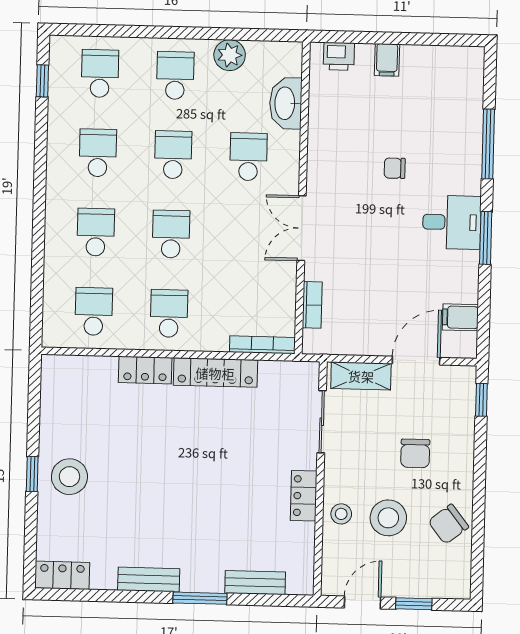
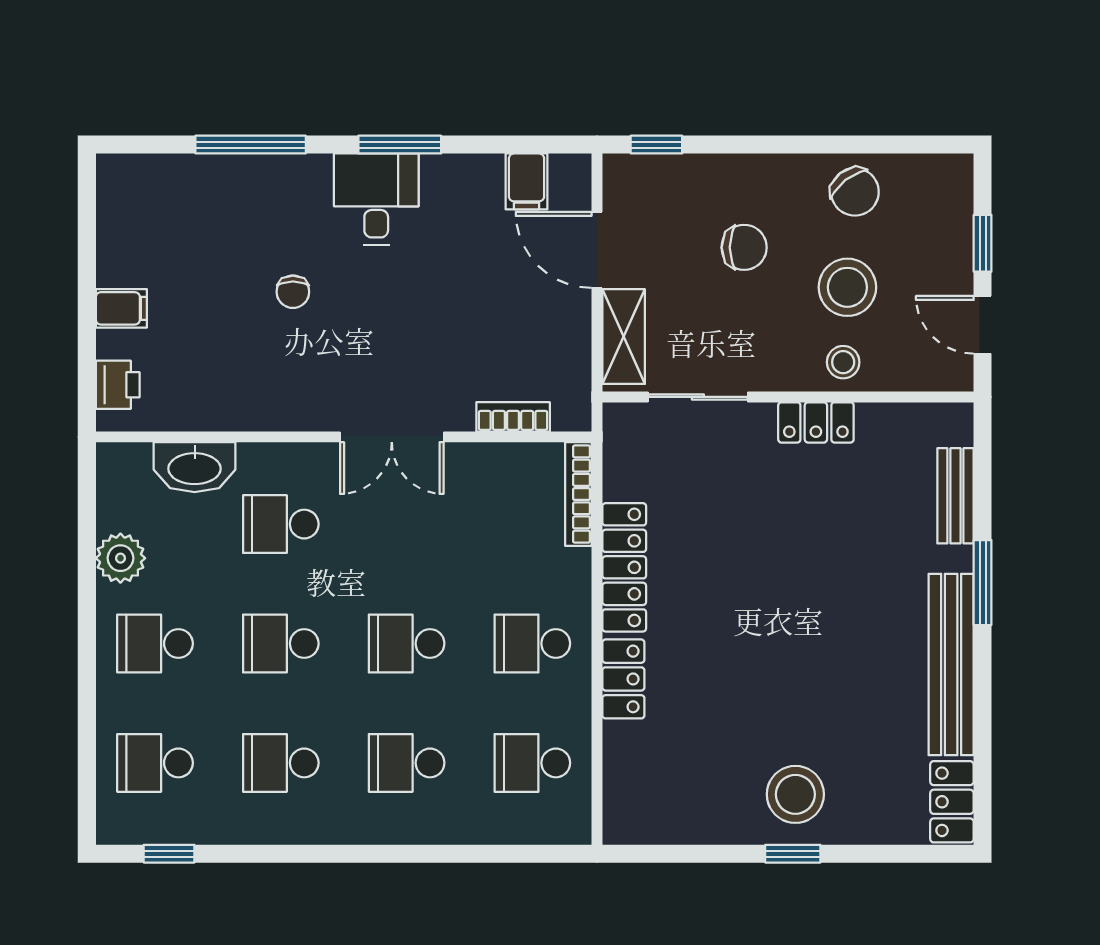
bench: (149, 580) -> (951, 665), width x1.86, depth x1.21

